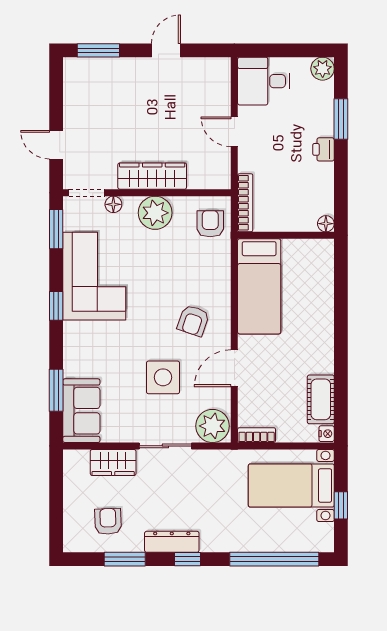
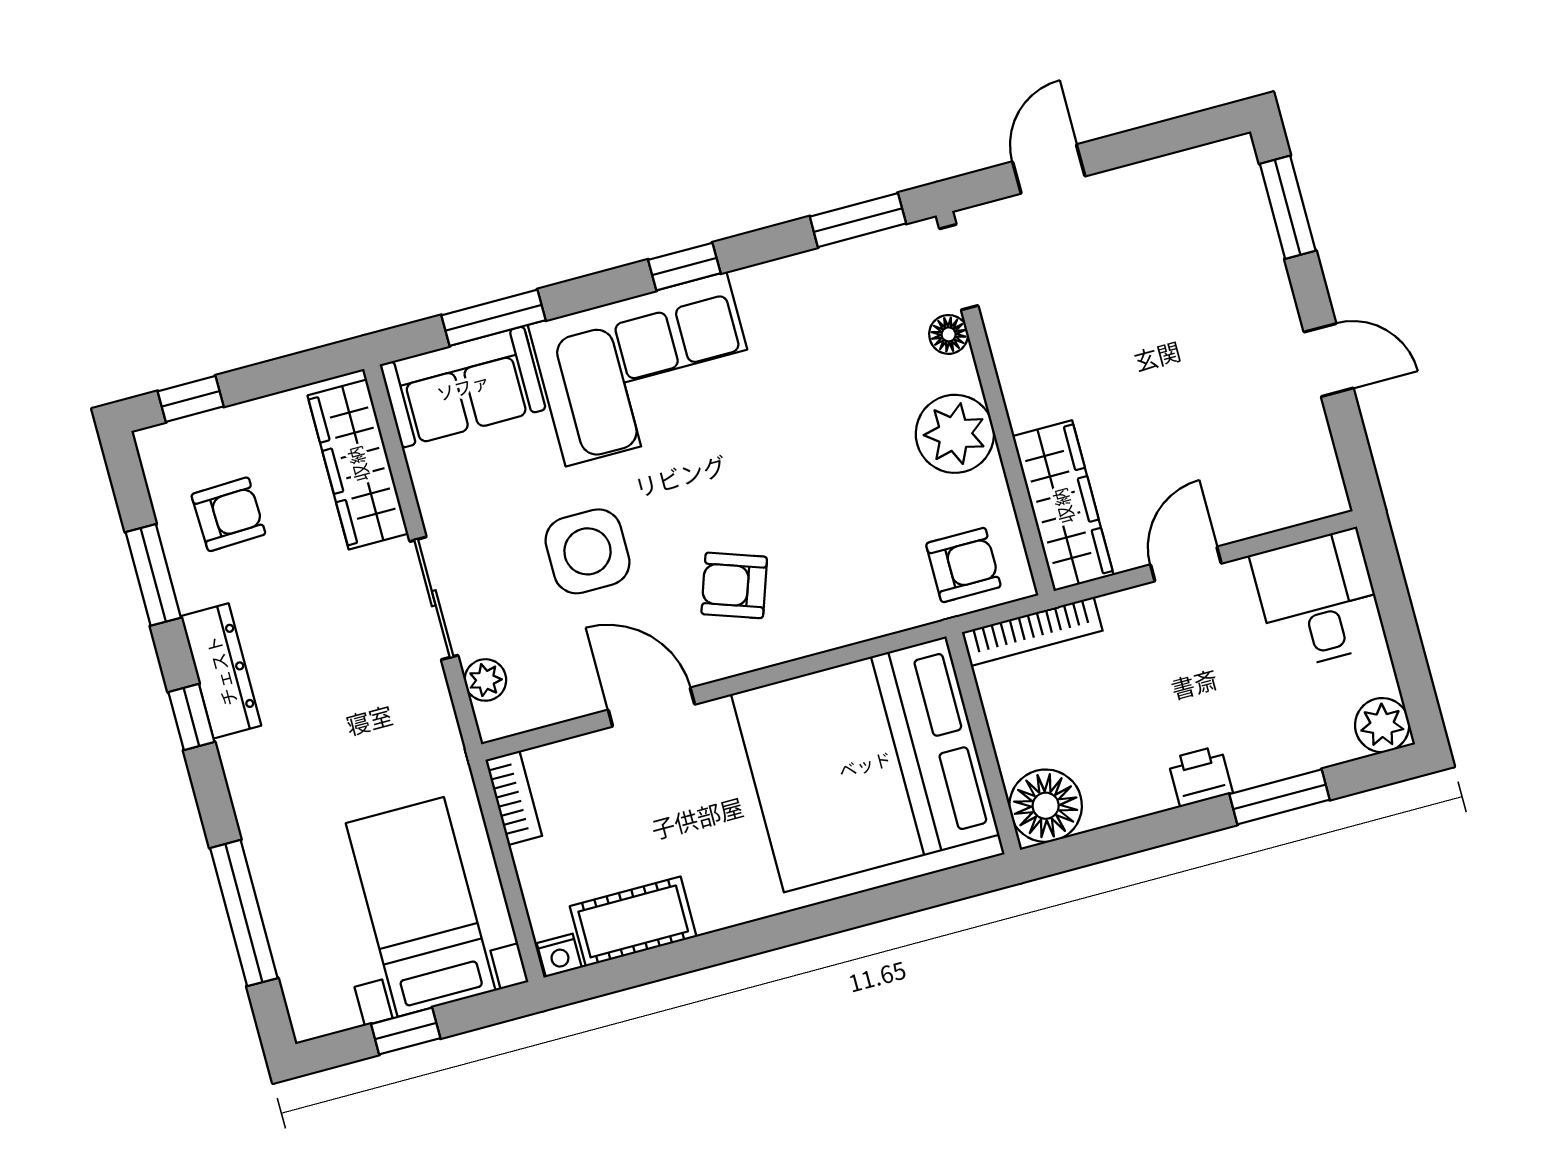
wardrobe: (152, 176) -> (1063, 506), moved
floor lamp: (326, 224) -> (1046, 806), width x1.89, depth x1.89
corner sofa: (94, 276) -> (646, 369), moved
bed: (259, 286) -> (865, 764), width x2.04
plant: (213, 426) -> (485, 680), width x0.53, depth x0.53
wardrobe: (113, 462) -> (358, 464), width x1.50
window: (56, 524) -> (191, 399), added
window: (274, 559) -> (244, 913), width x0.68

